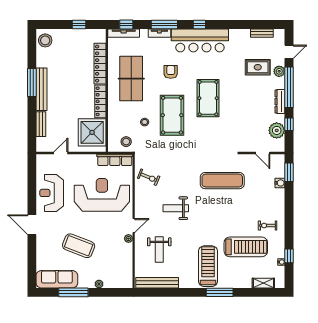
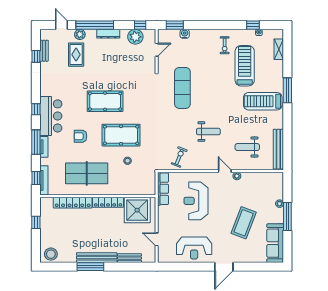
window: (256, 24) -> (36, 56), added
bar counter: (200, 40) -> (51, 116), width x0.73
window: (289, 124) -> (140, 25), moved
stool: (126, 142) -> (146, 178), removed
reception desk: (102, 195) -> (196, 201), width x0.74, depth x0.77
weight bench: (176, 208) -> (208, 132), turned -90
weight bench: (159, 250) -> (247, 147), turned 180
window: (73, 292) -> (287, 216), moved

